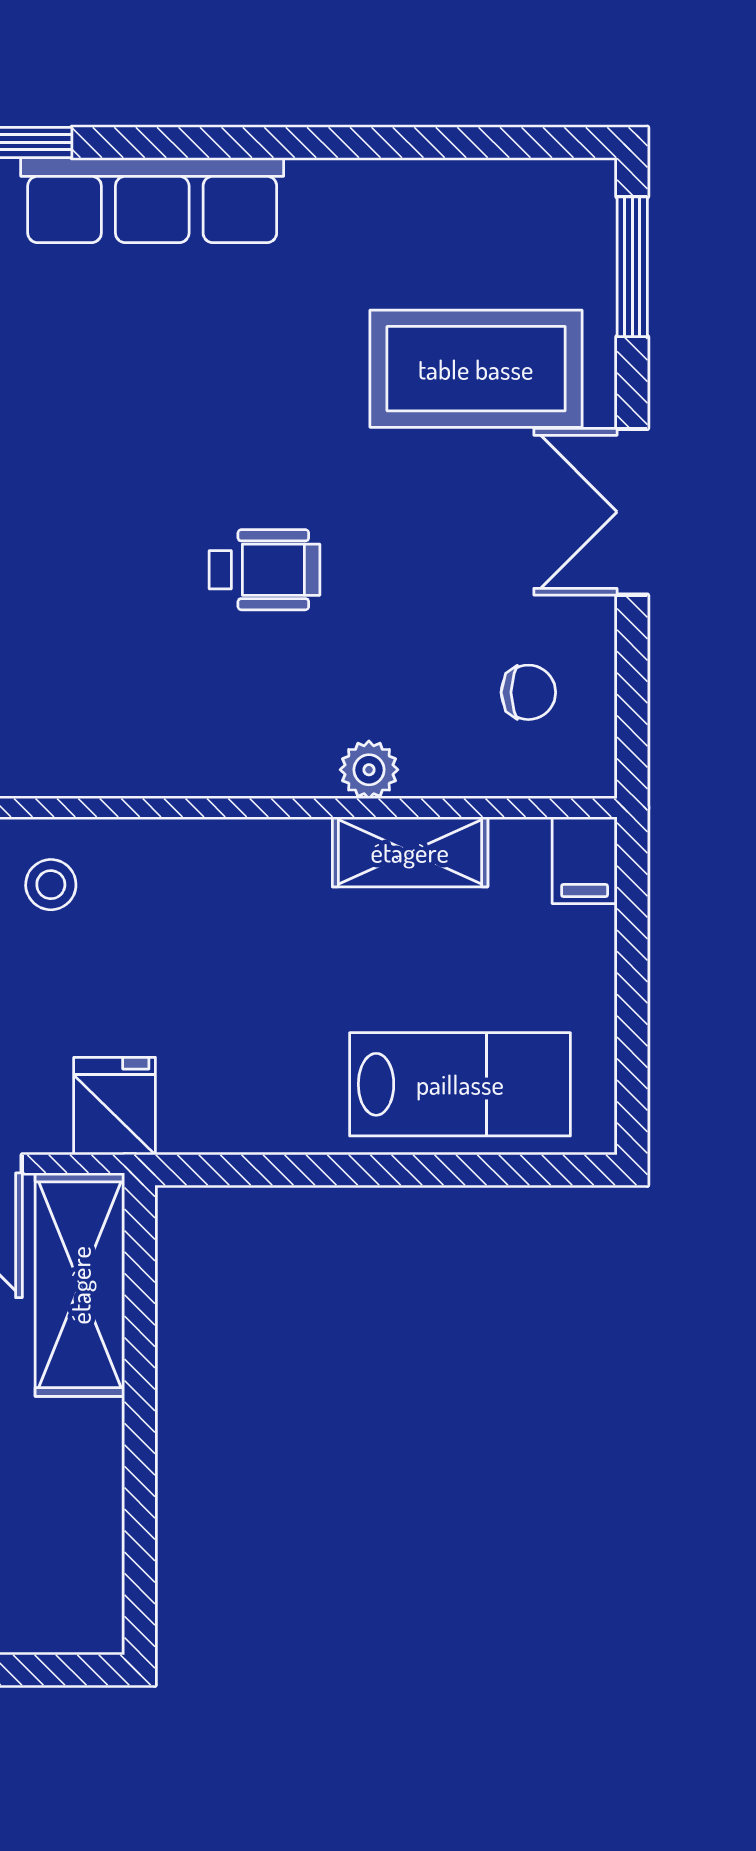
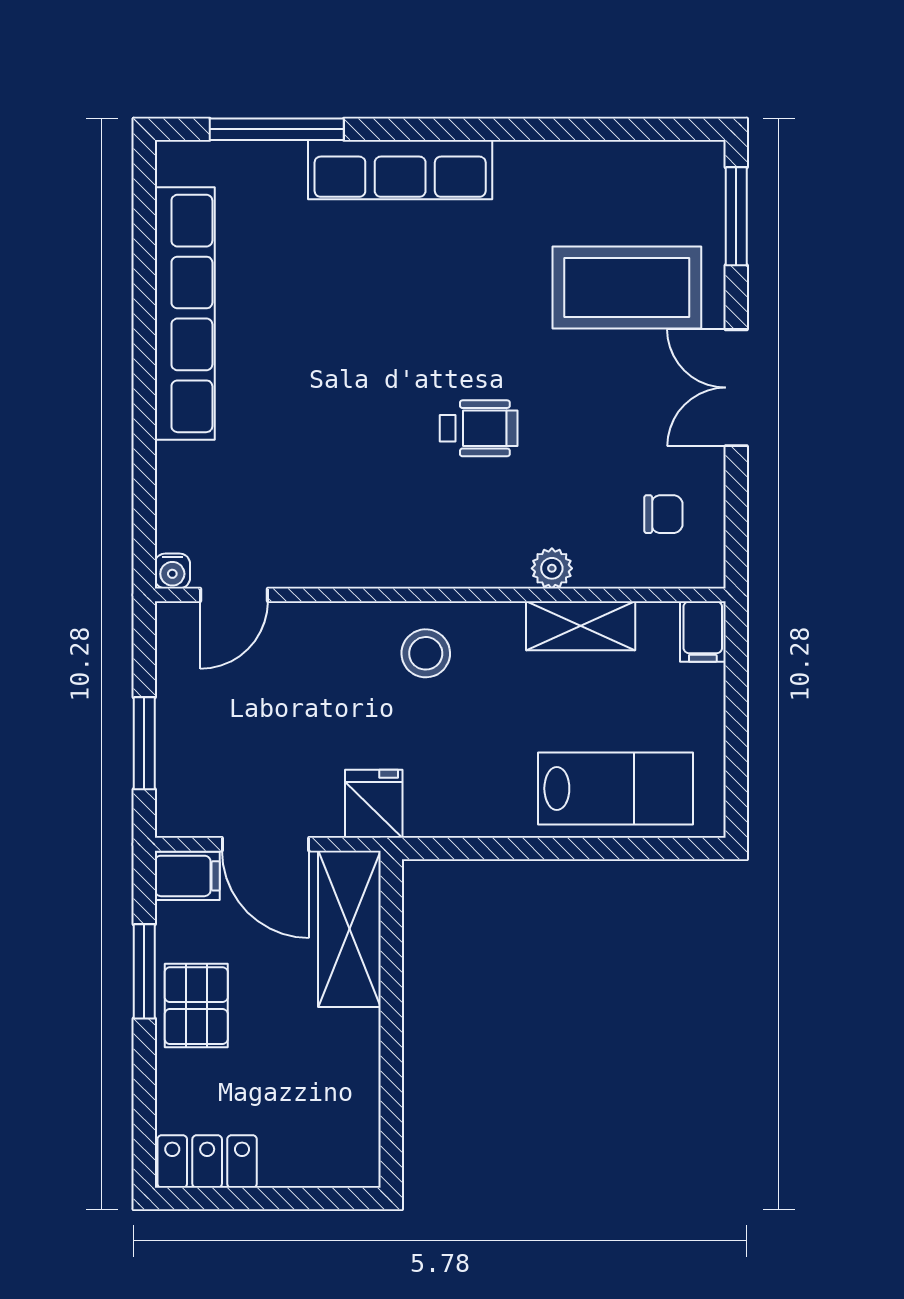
stool: (51, 885) -> (426, 653), moved, width x1.37, depth x1.37

